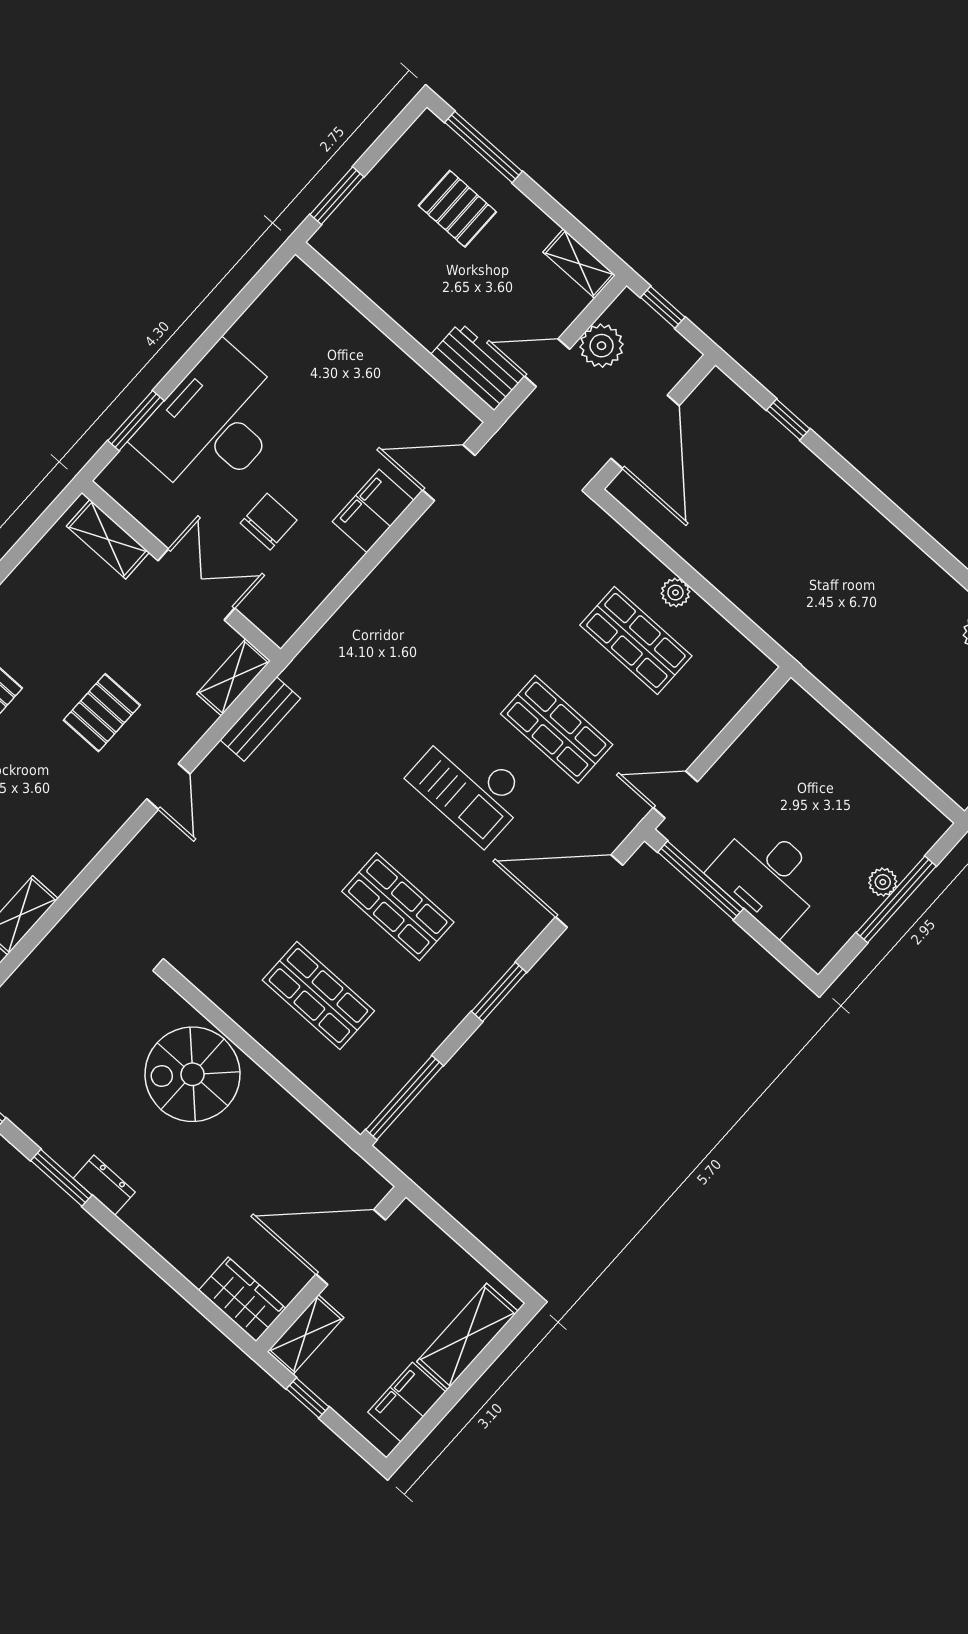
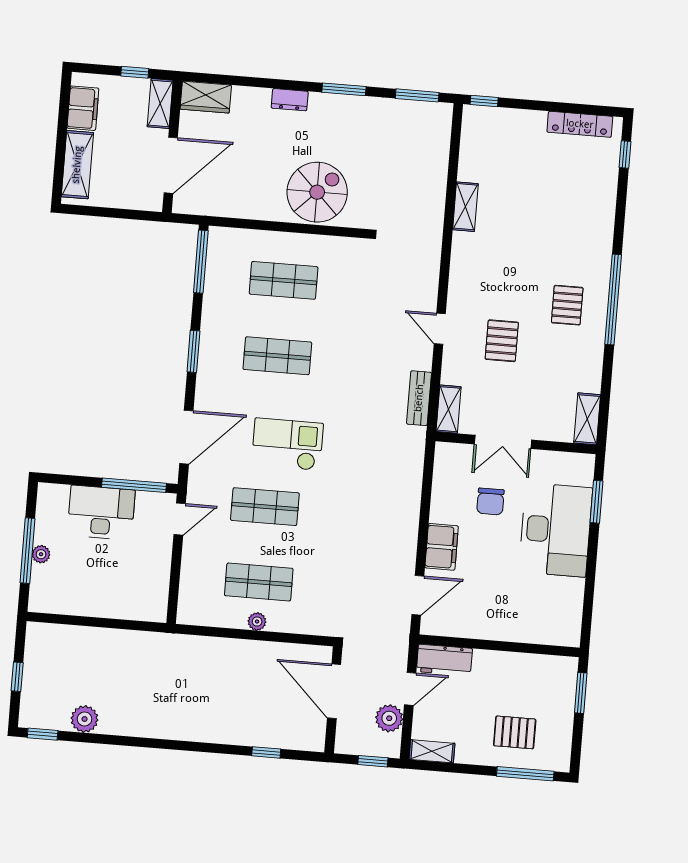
shelving: (108, 539) -> (587, 419), moved, turned 90
dresser: (104, 1185) -> (290, 100), moved

